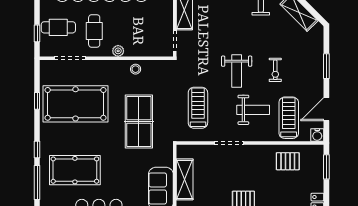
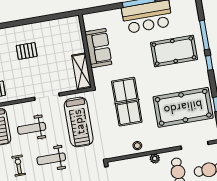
weight bench: (237, 71) -> (51, 159), turned -90
treadmill: (198, 108) -> (79, 122), width x1.37, depth x1.38
shelving: (185, 179) -> (82, 71), moved

